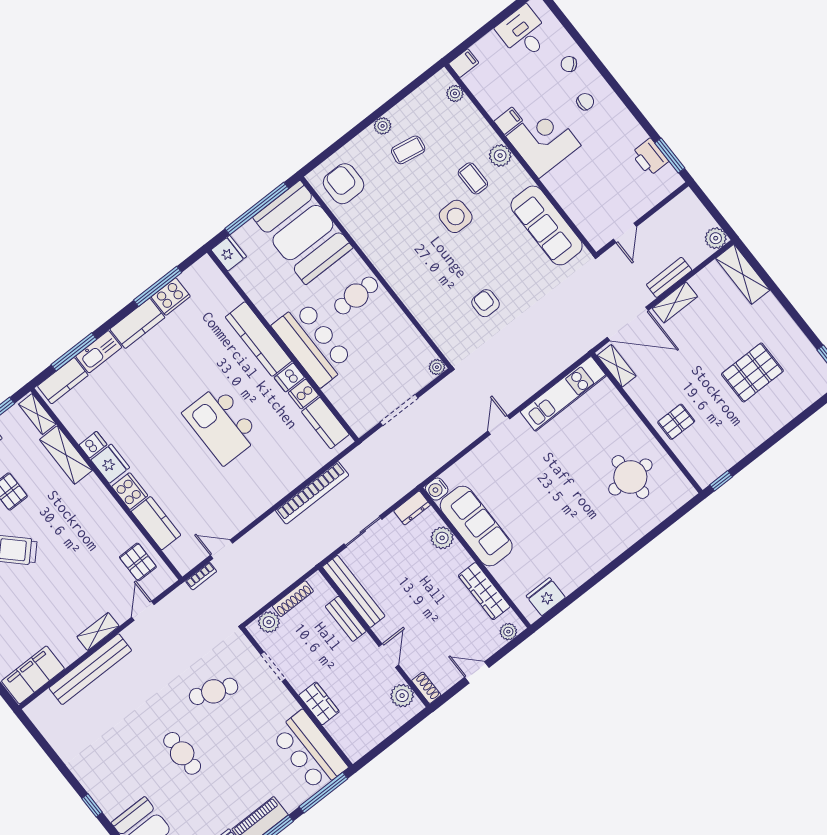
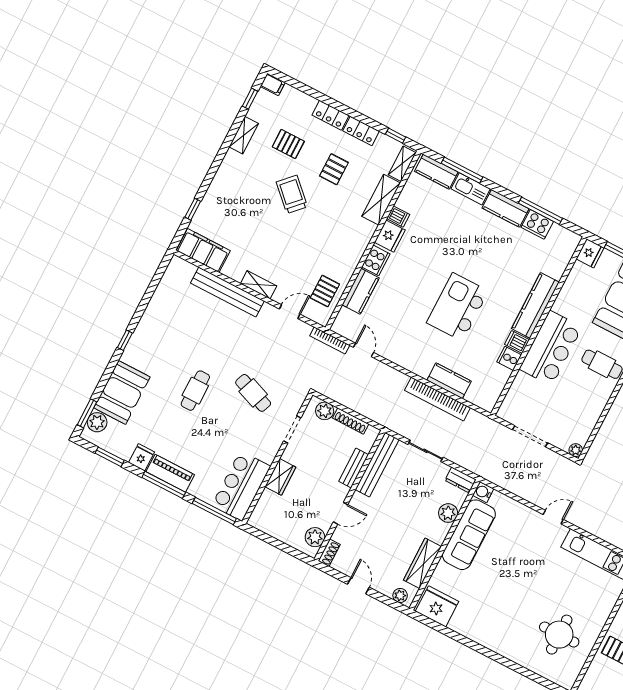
kitchen counter: (325, 423) -> (449, 381), moved, turned 90
bookcase: (201, 576) -> (330, 340), width x1.56
fridge: (546, 597) -> (437, 606), width x1.36, depth x1.34

